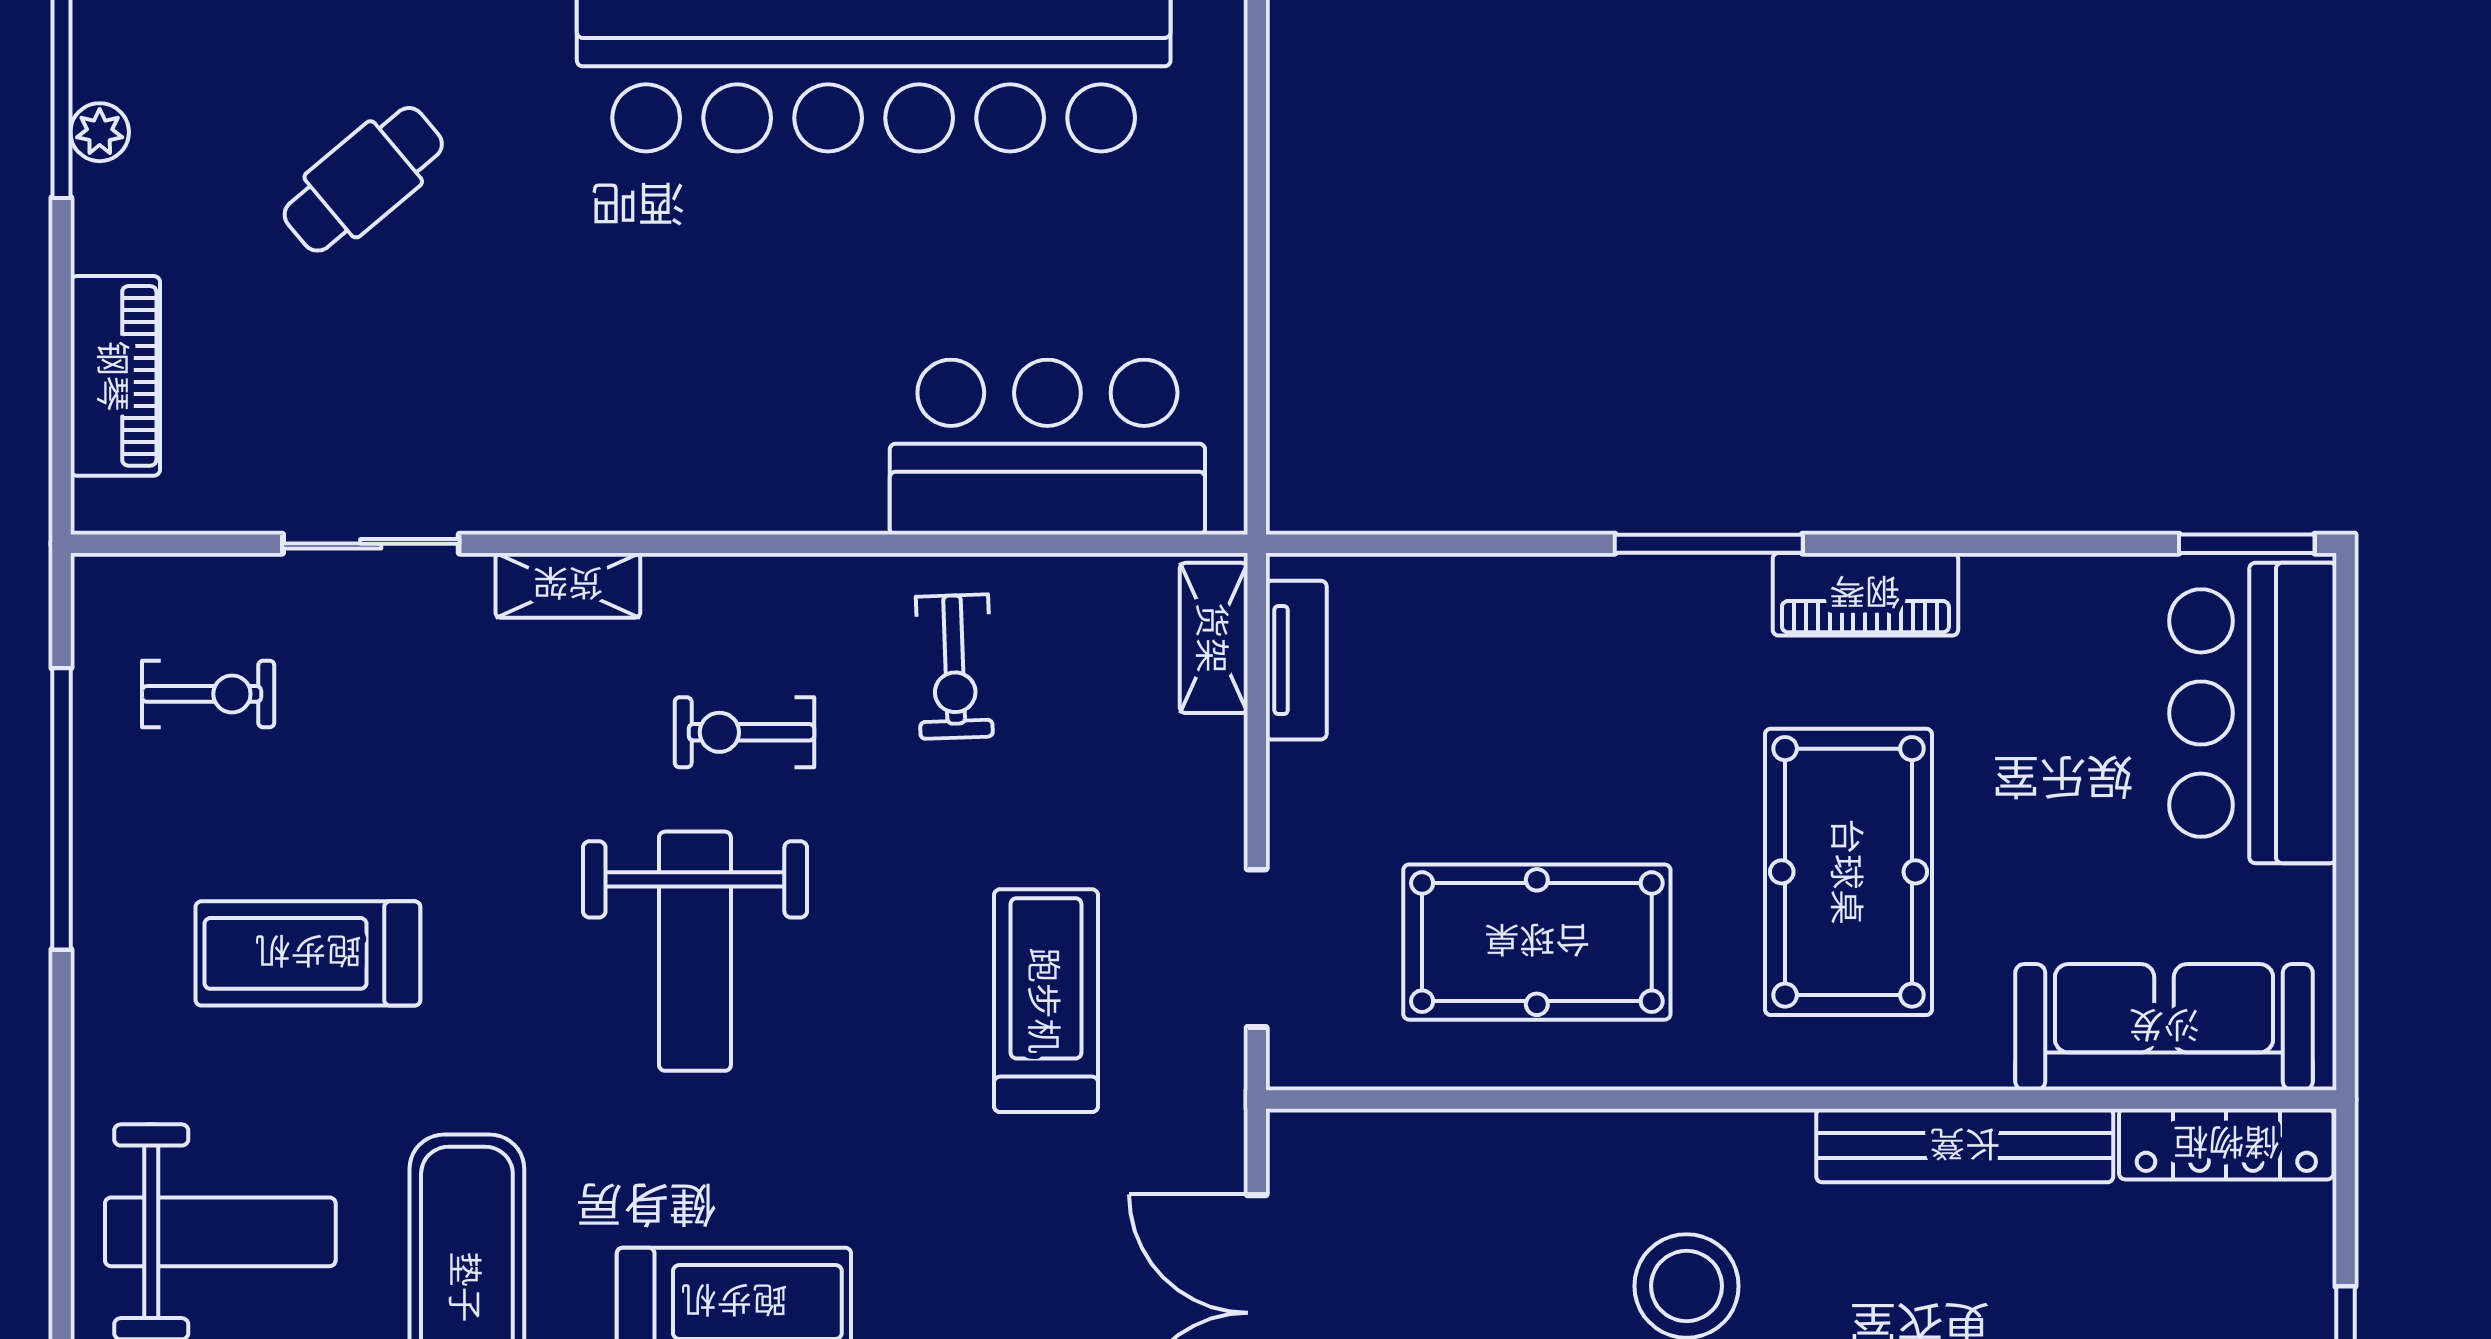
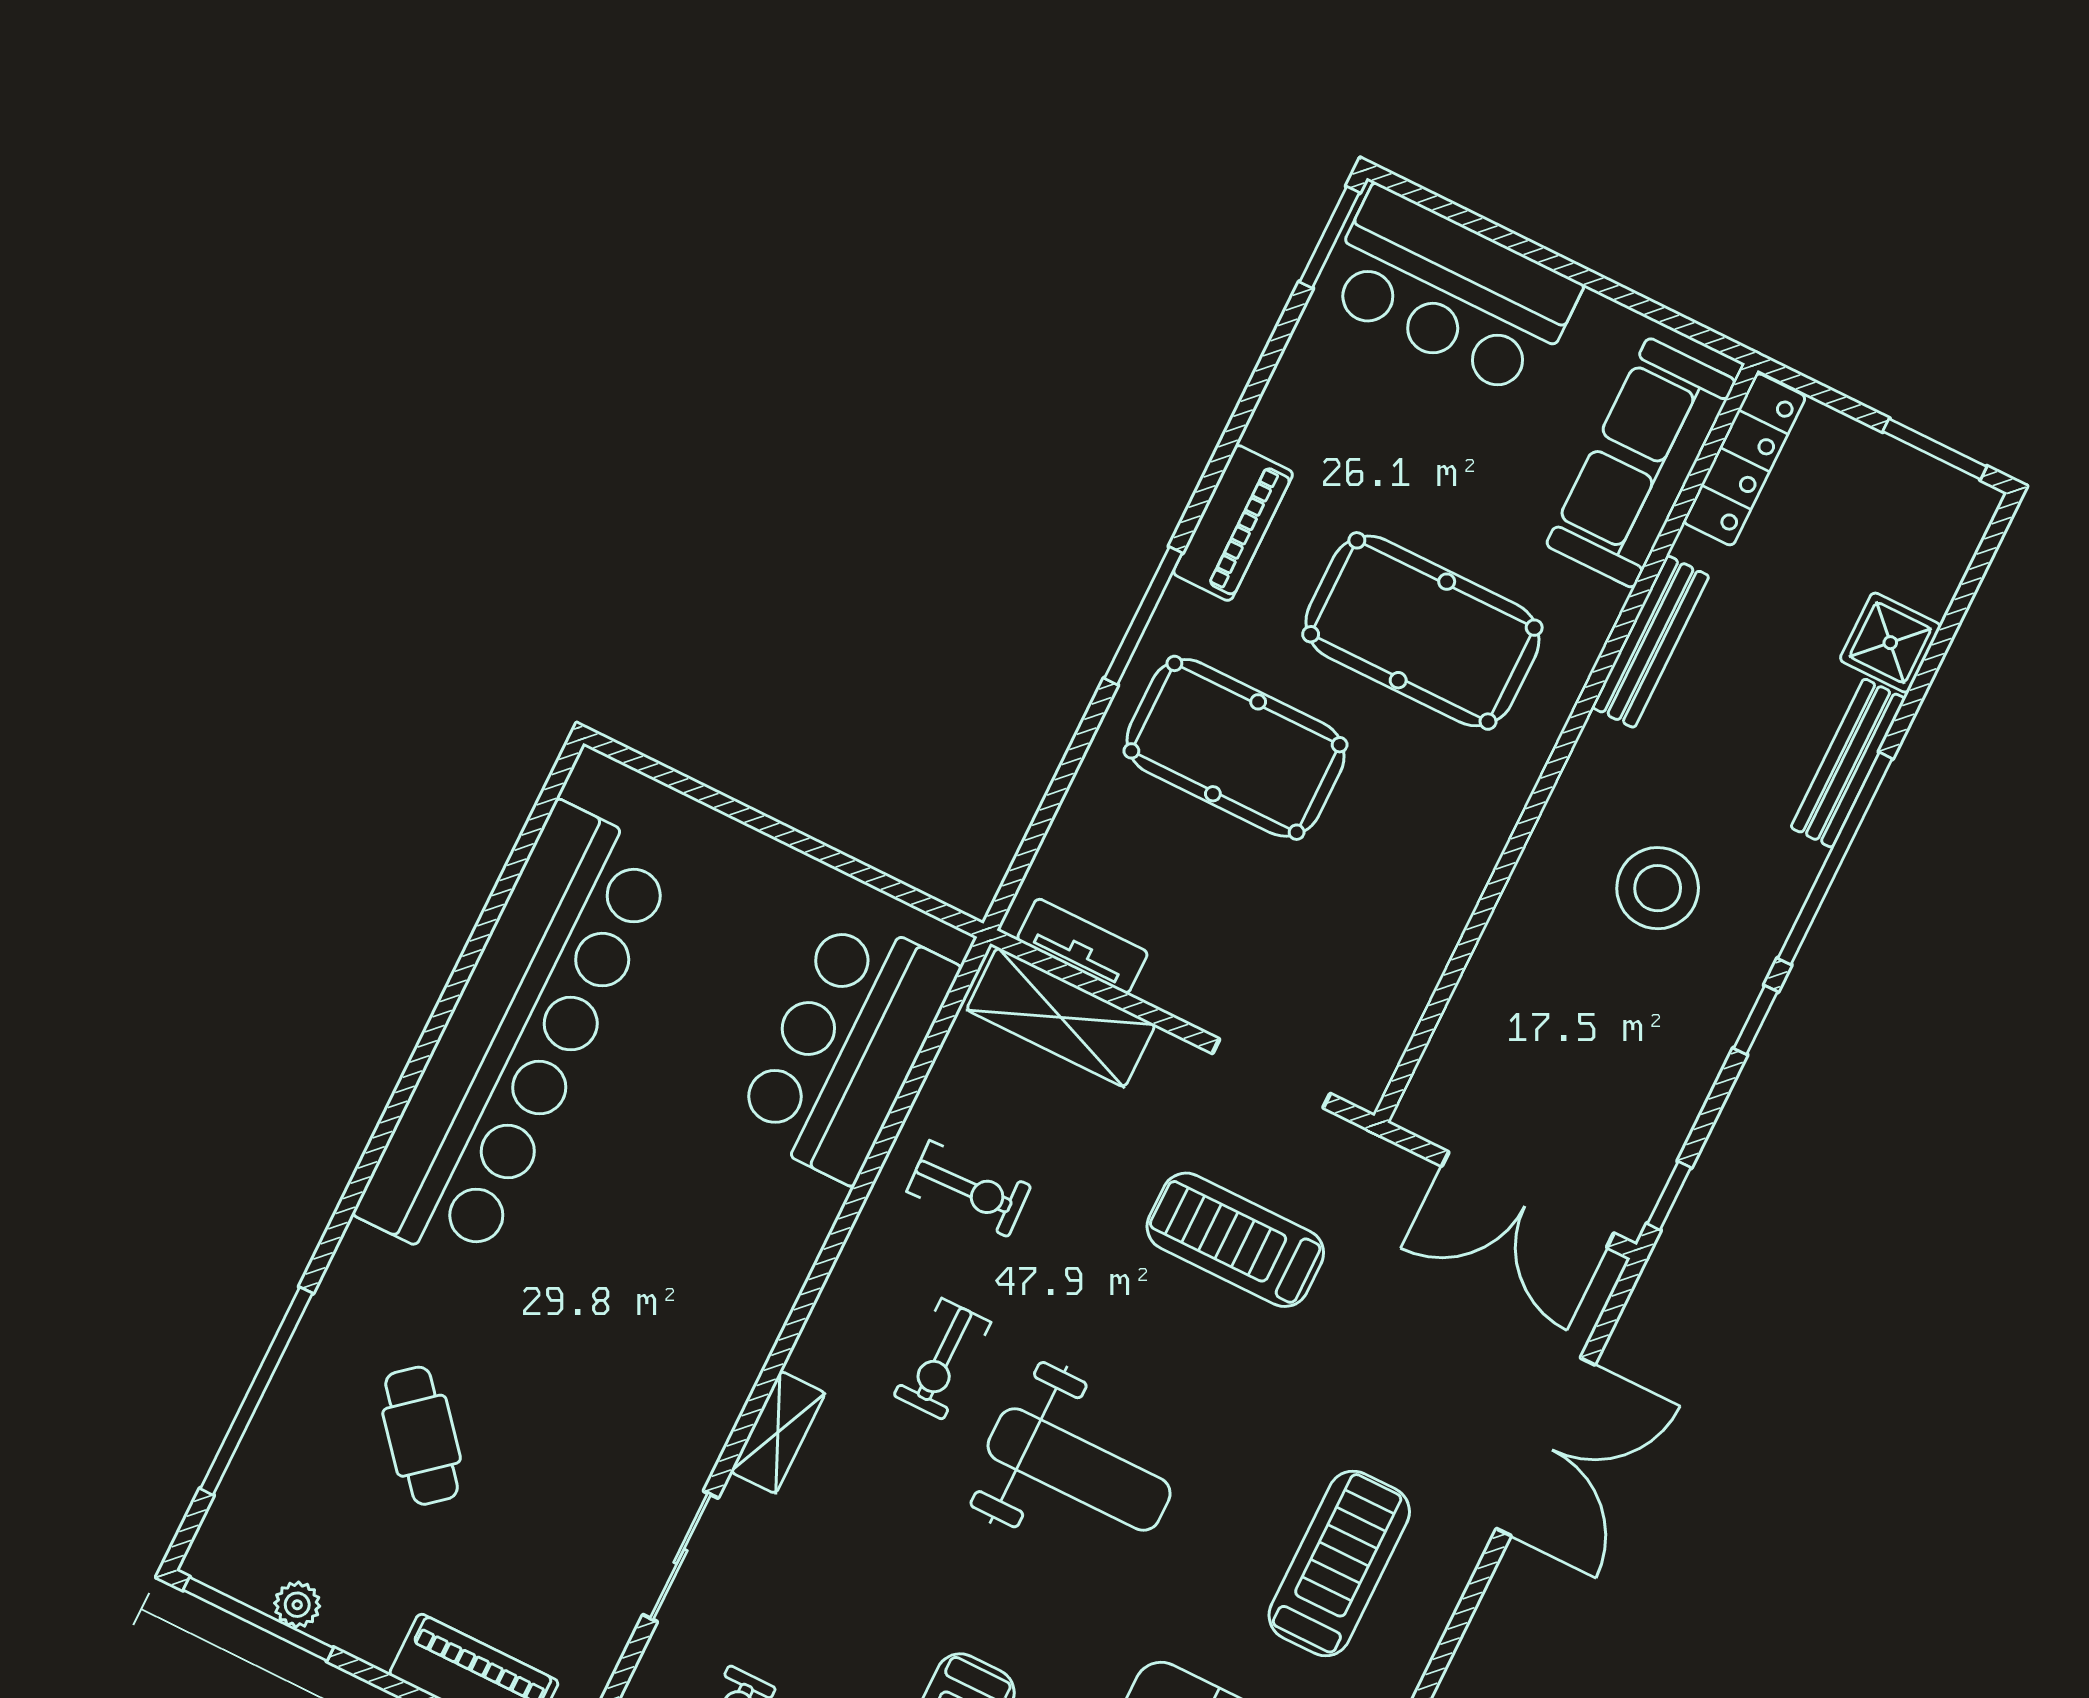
shelving: (1214, 638) -> (1061, 1017), width x1.50, depth x1.33
pool table: (1537, 942) -> (1236, 748), moved, turned 90
bench: (1965, 1146) -> (1650, 642), width x0.73, depth x0.82

